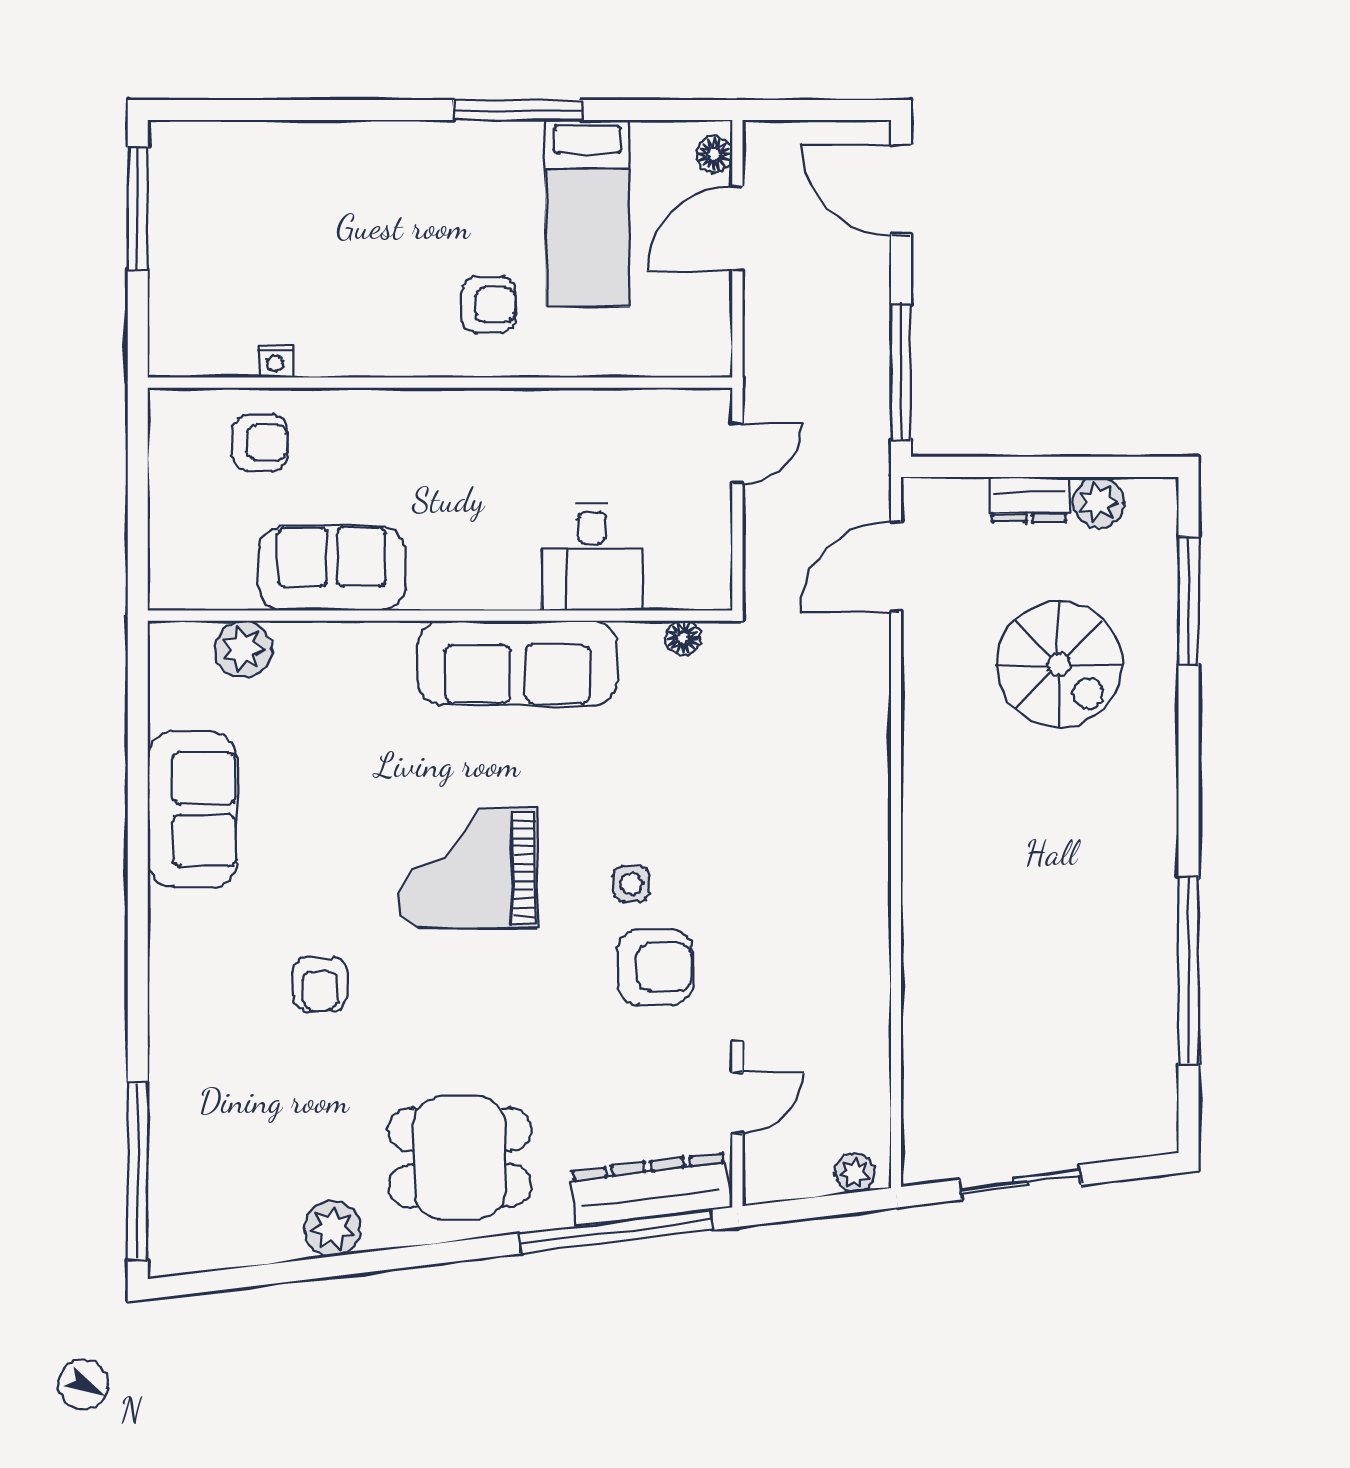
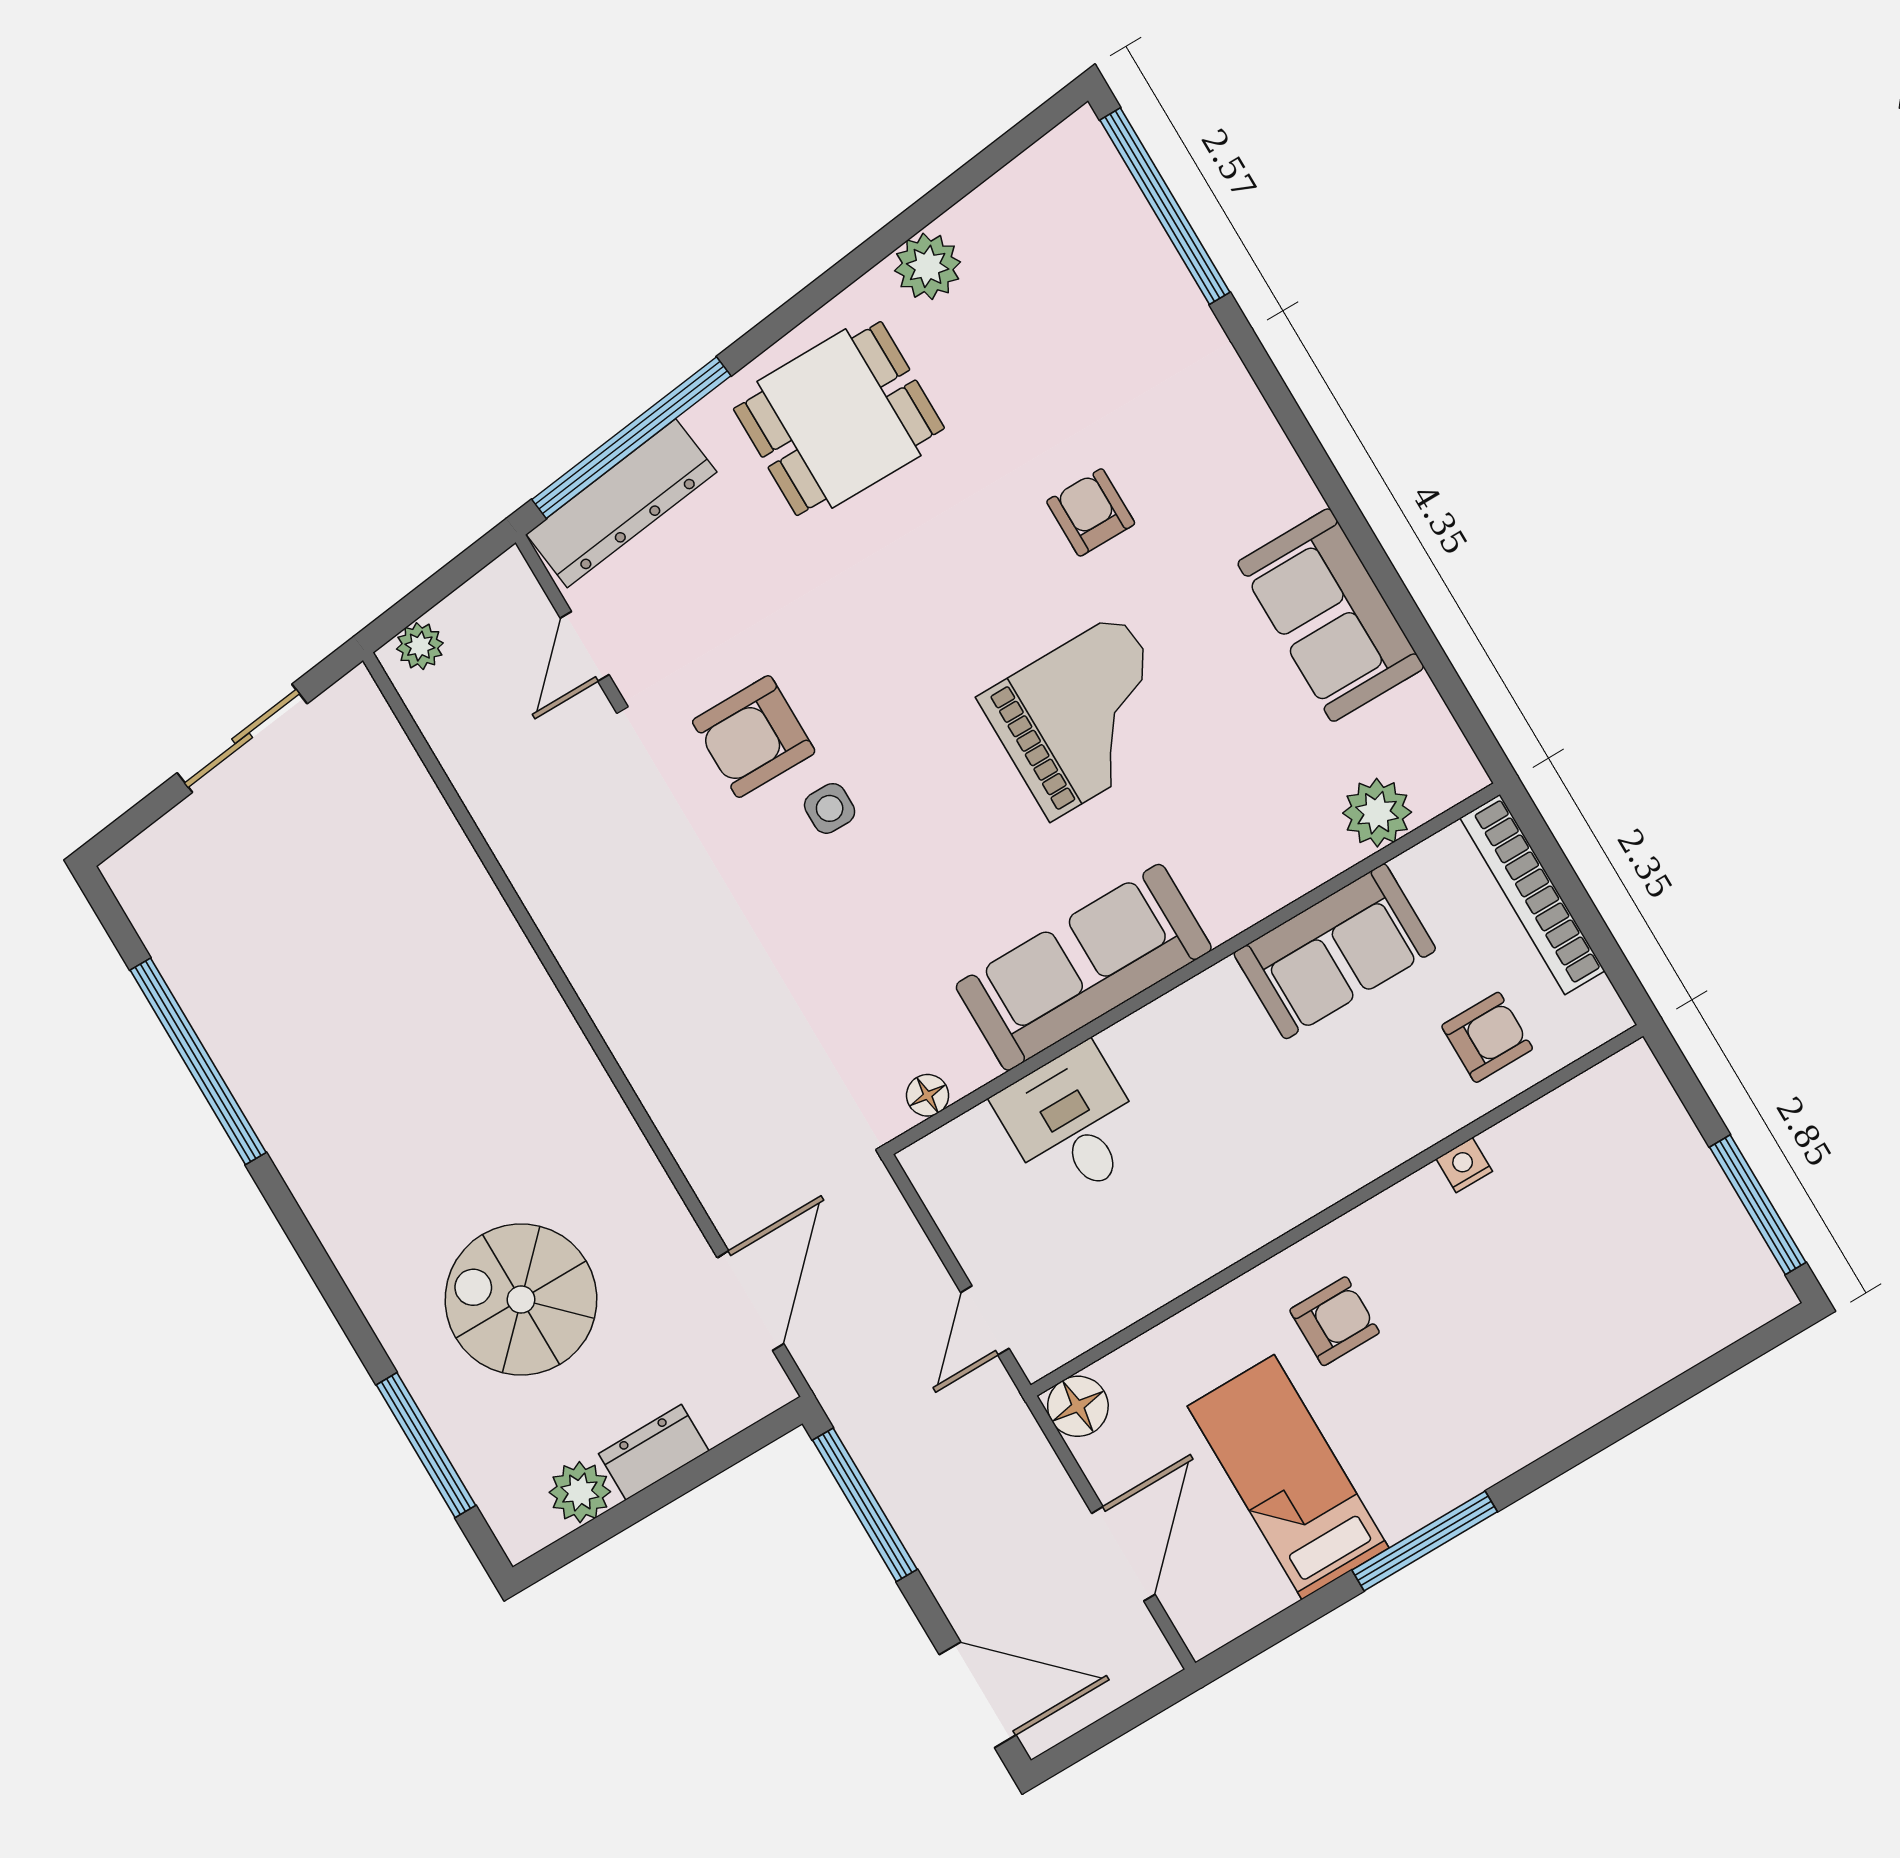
floor lamp: (714, 154) -> (1078, 1406), moved, width x1.37, depth x1.37
armchair: (489, 305) -> (1335, 1321), turned 180
nightstand: (275, 361) -> (1464, 1165), moved
armchair: (260, 442) -> (1487, 1037), turned 180
bookcase: (167, 525) -> (1532, 894), added
grand piano: (468, 868) -> (1085, 717), moved

